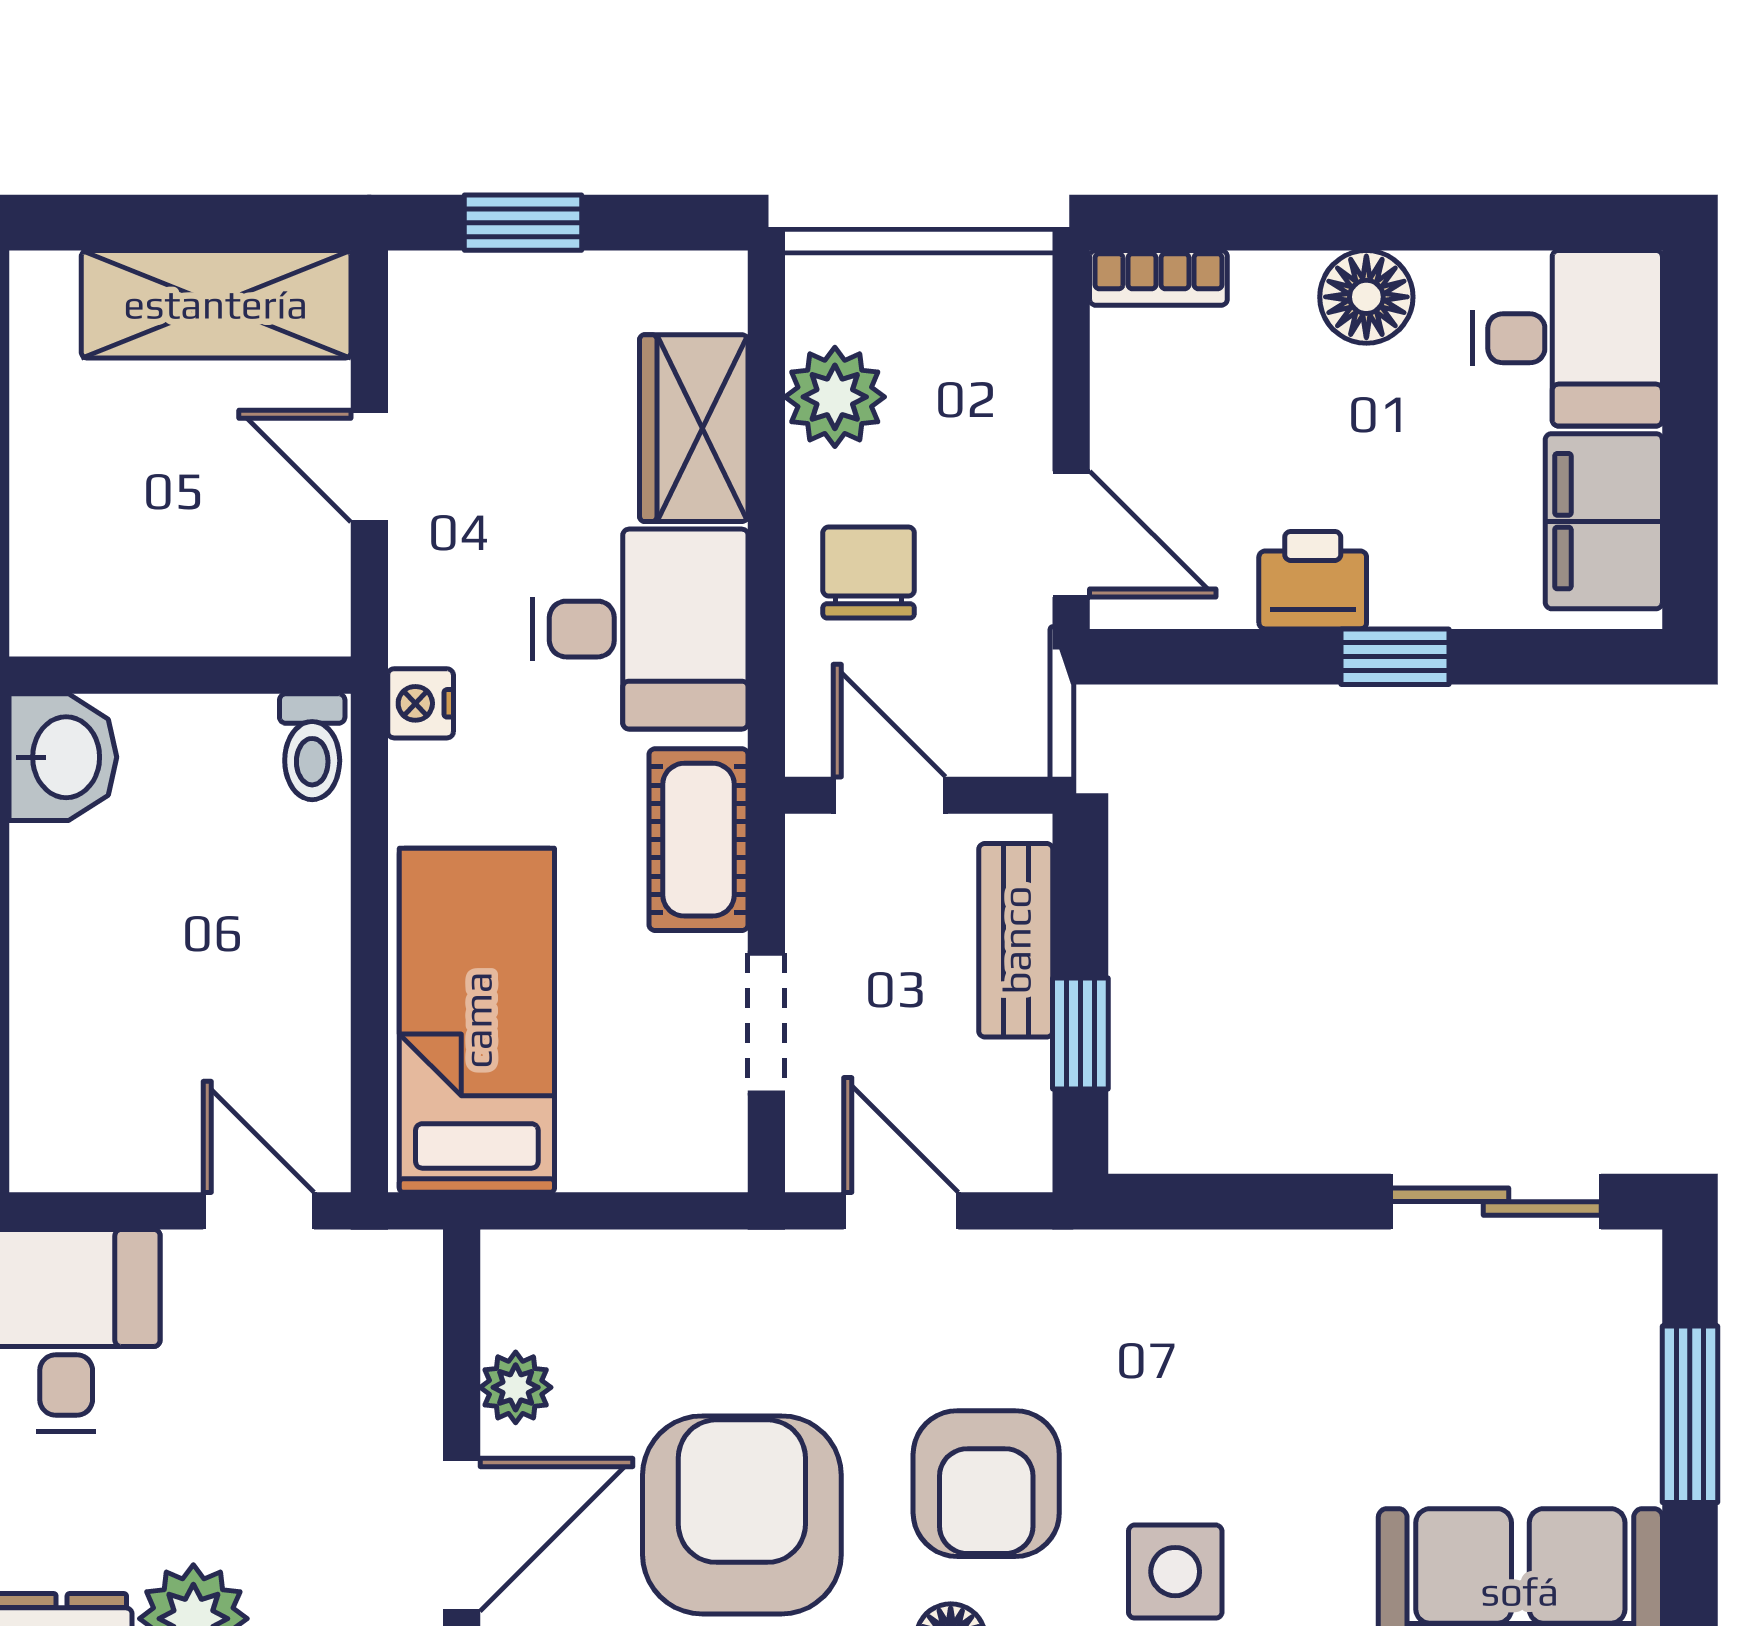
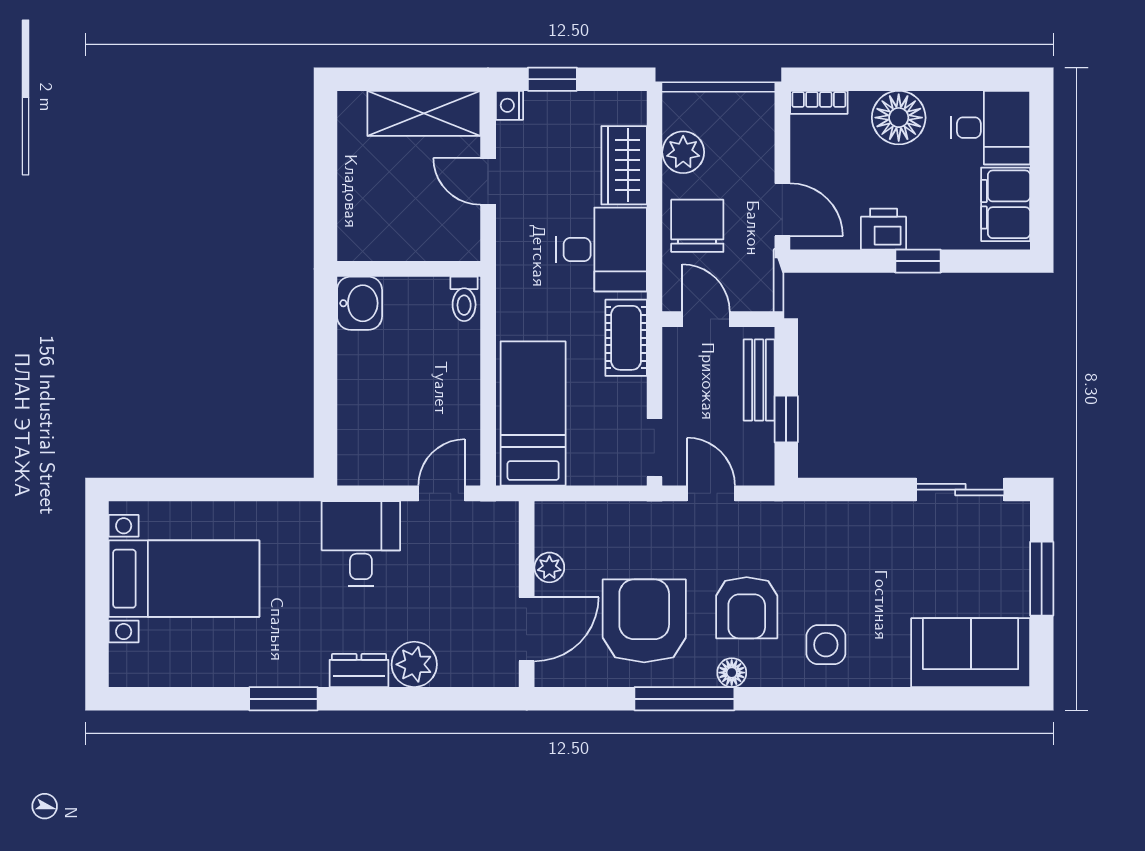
floor lamp: (1366, 297) -> (899, 118), width x1.38, depth x1.38
chair: (869, 572) -> (697, 226), width x1.37, depth x1.37
nightstand: (421, 703) -> (509, 105), moved
doorway: (766, 1023) -> (654, 448), moved
door: (259, 1211) -> (442, 493), hinge flipped

